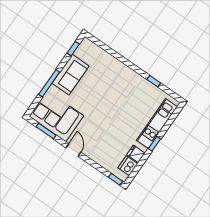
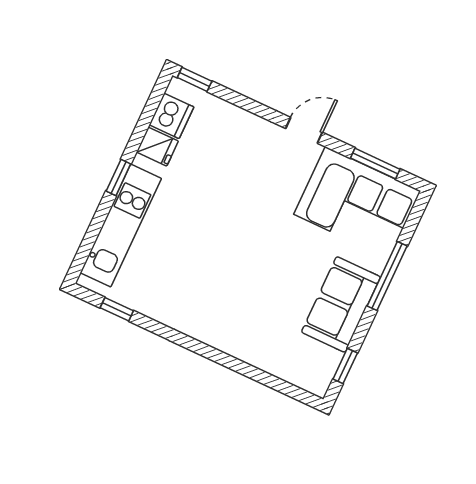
window: (154, 81) -> (117, 309), moved
door: (73, 150) -> (304, 130), swing flipped

